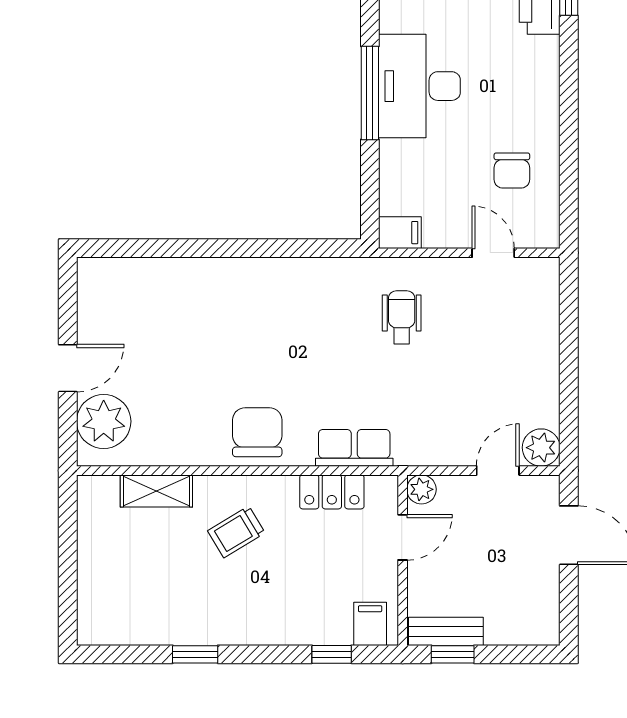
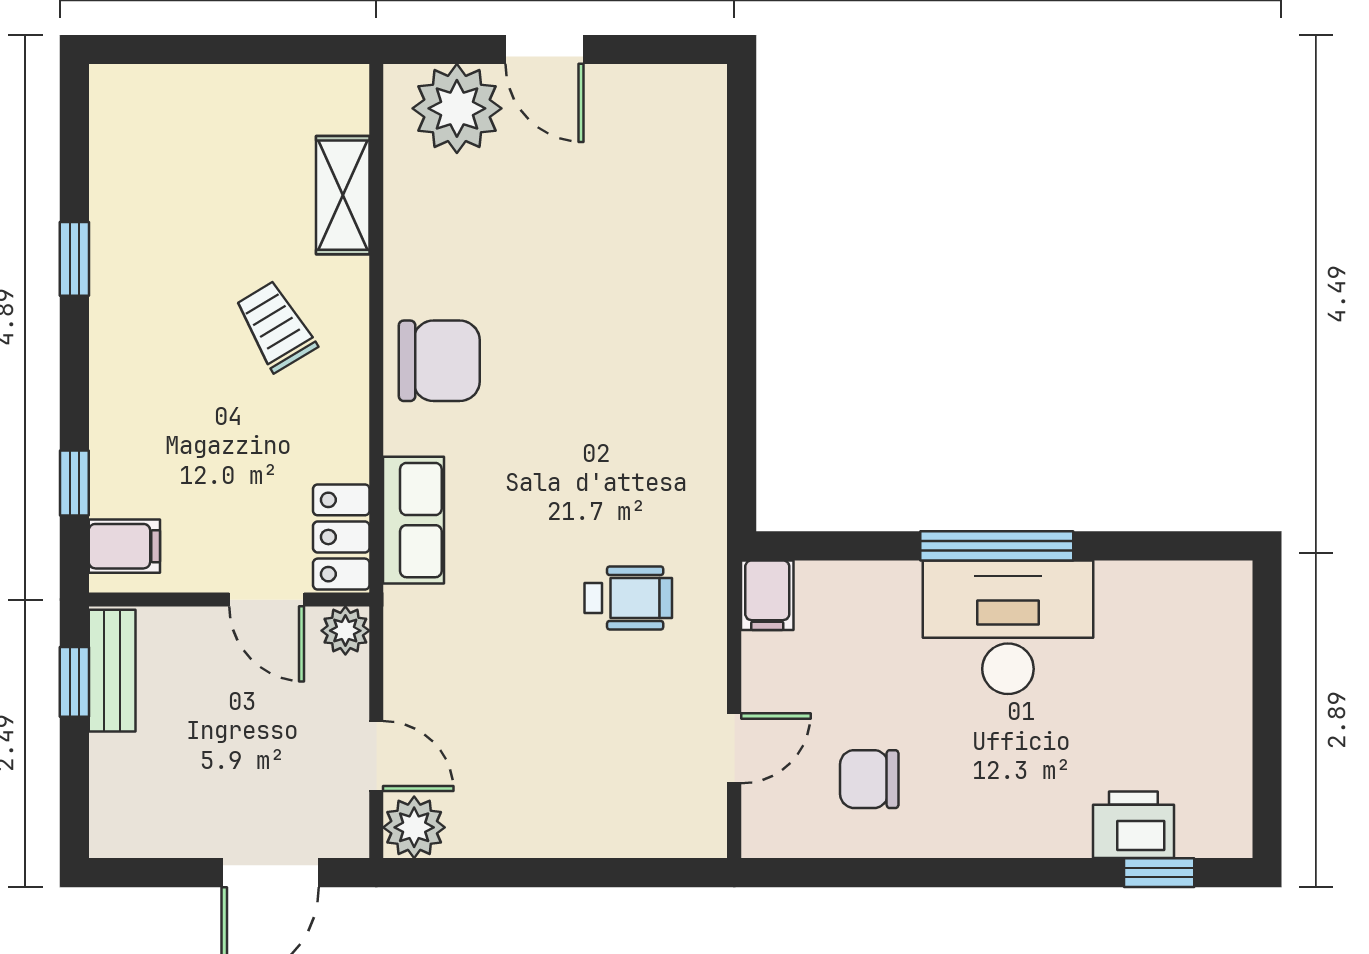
locker: (332, 492) -> (341, 537), moved

